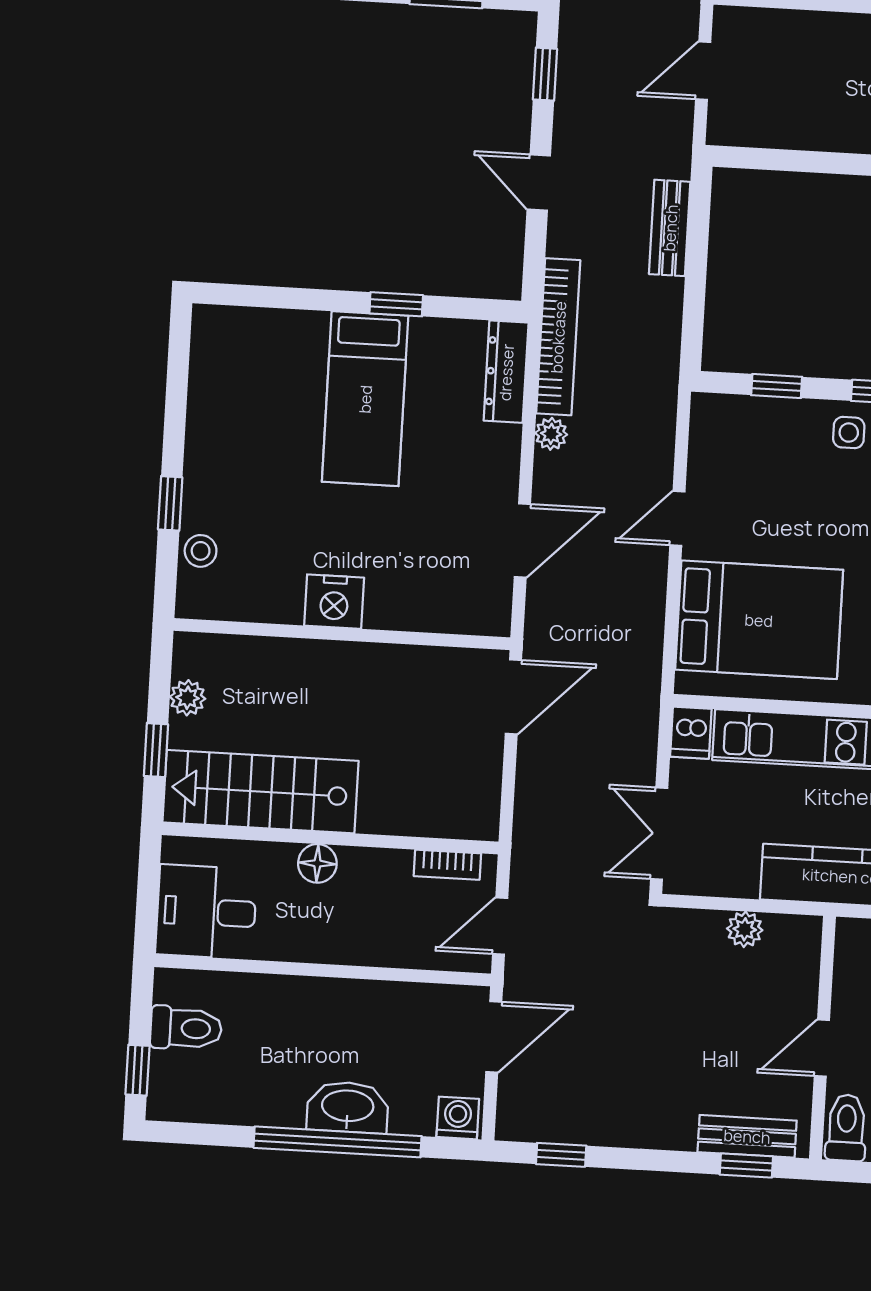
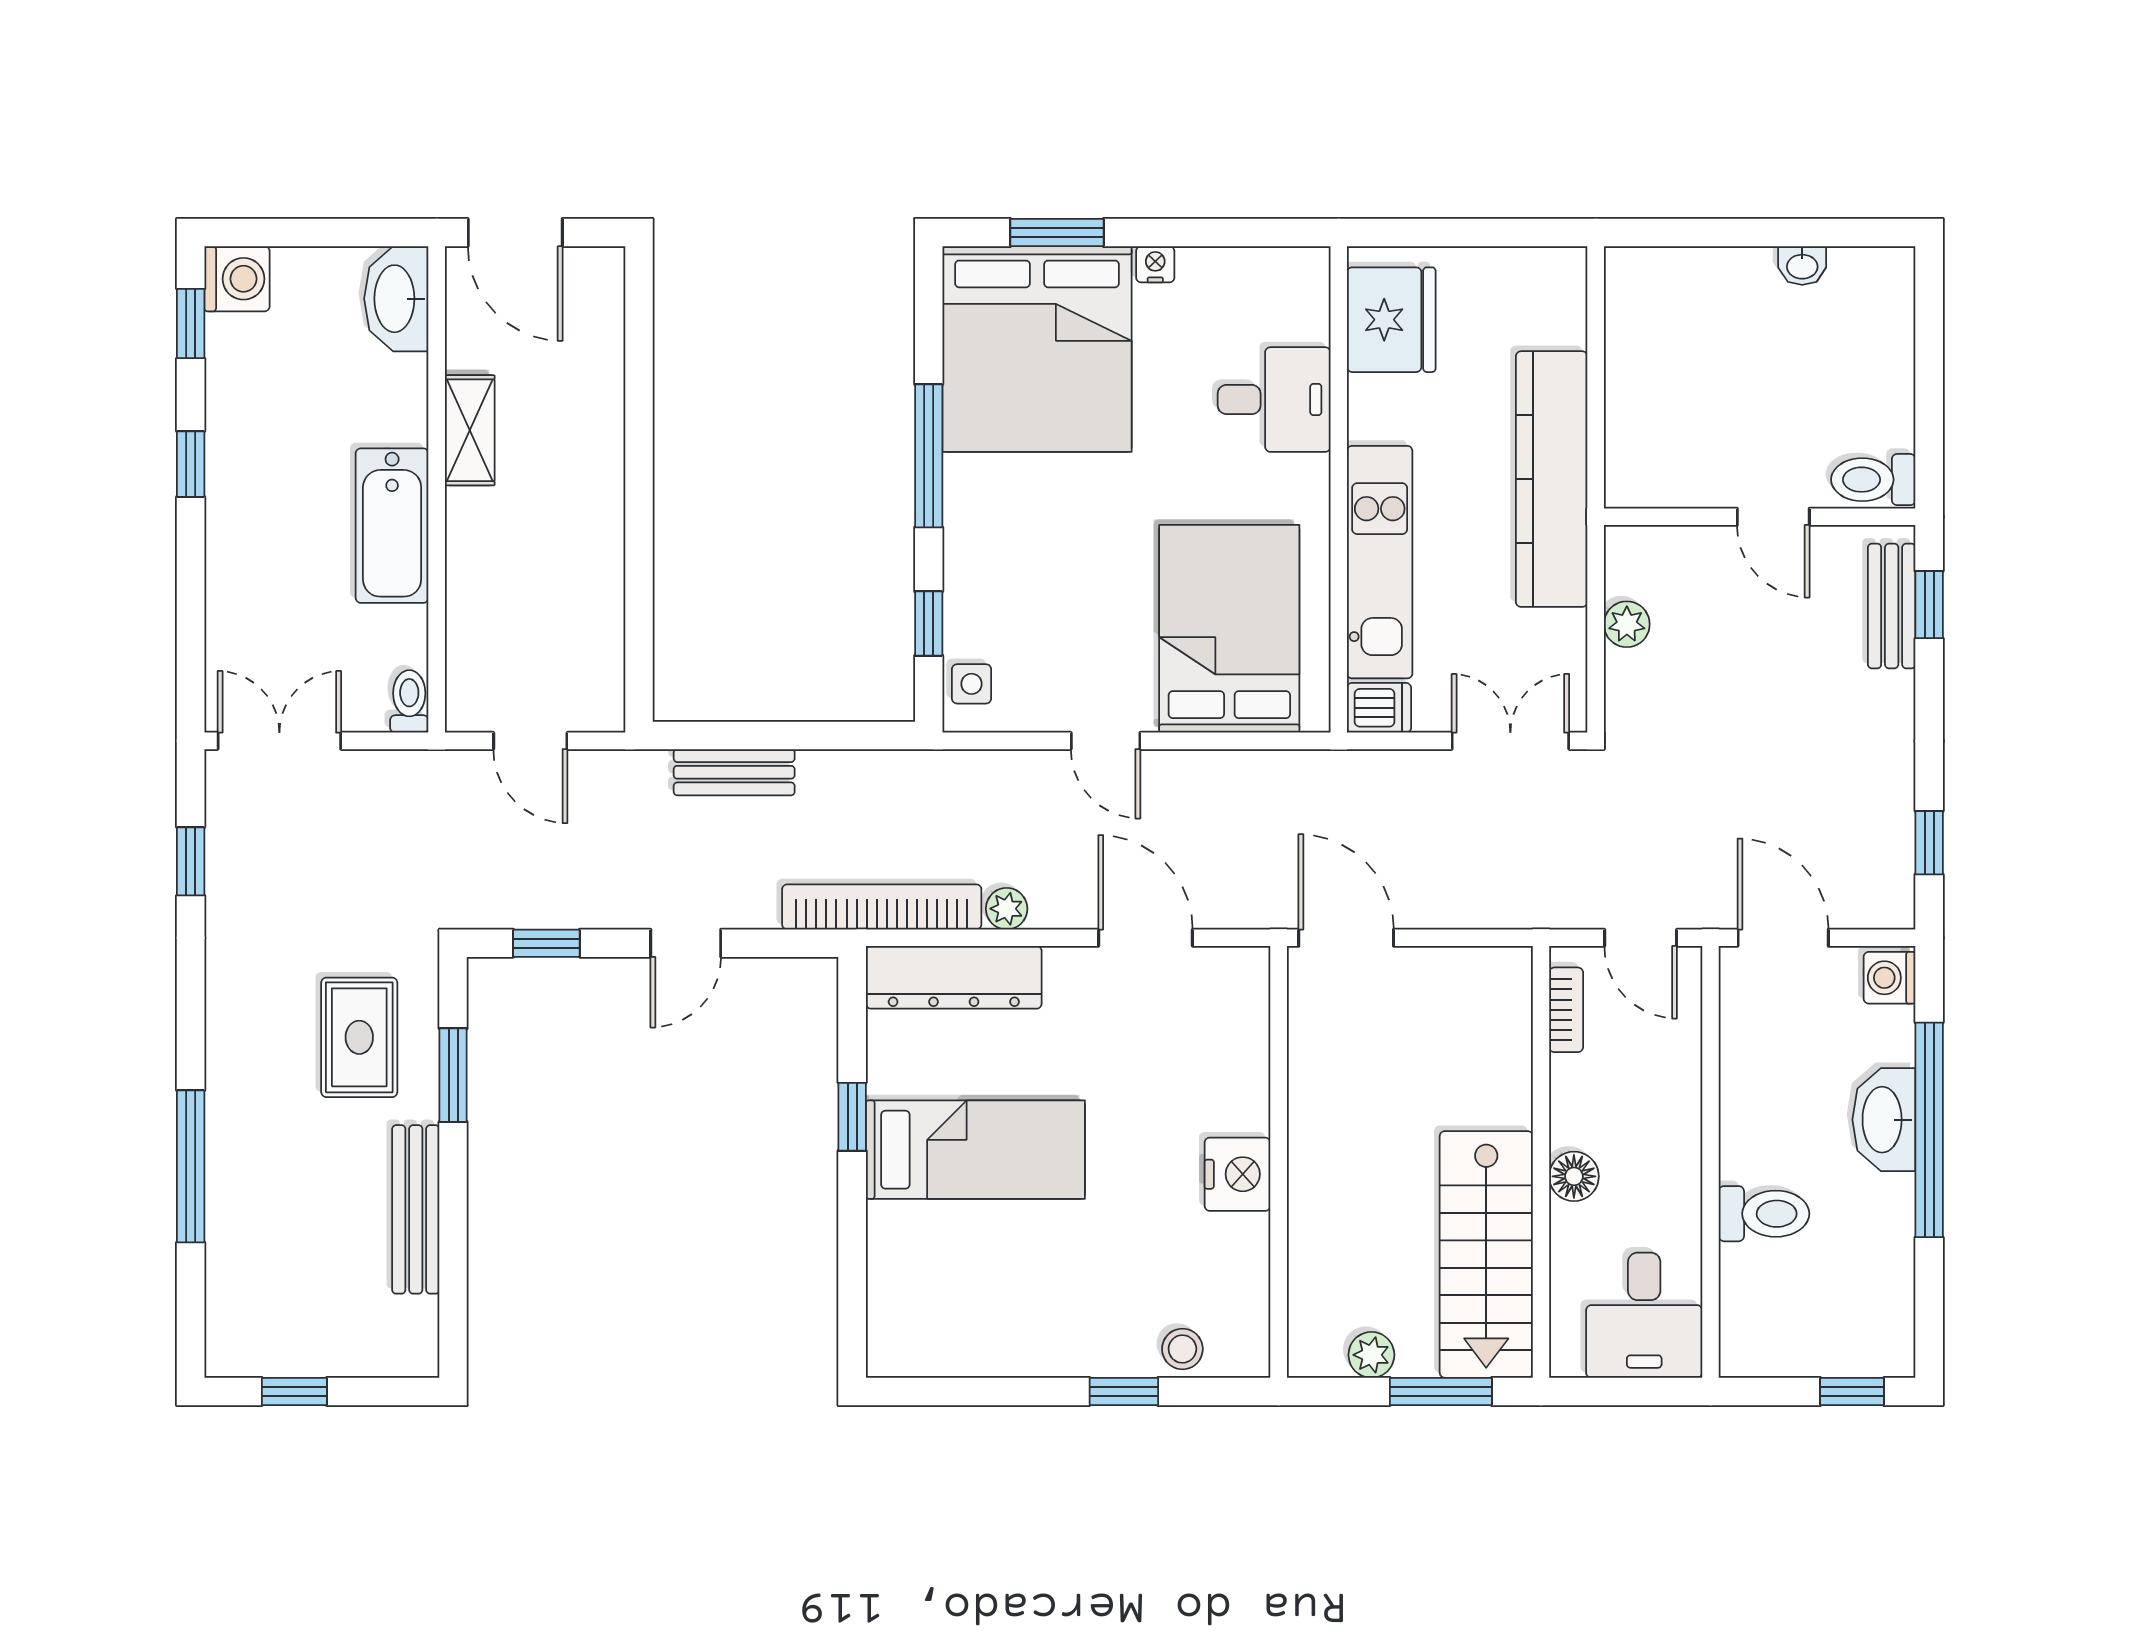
dresser: (506, 372) -> (954, 977), width x1.37, depth x1.24
side table: (849, 433) -> (972, 684), moved
window: (156, 750) -> (1441, 1391), width x1.50
double door: (659, 833) -> (1510, 741), swing flipped
toilet: (186, 1028) -> (1764, 1214), moved, turned 90

